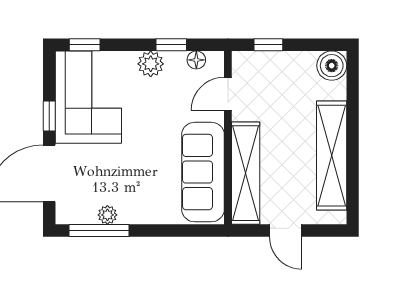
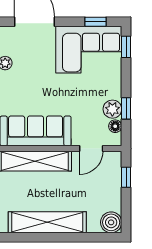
plant: (151, 64) -> (112, 109), moved
door: (228, 94) -> (91, 149), swing flipped
window: (49, 116) -> (96, 22), moved

